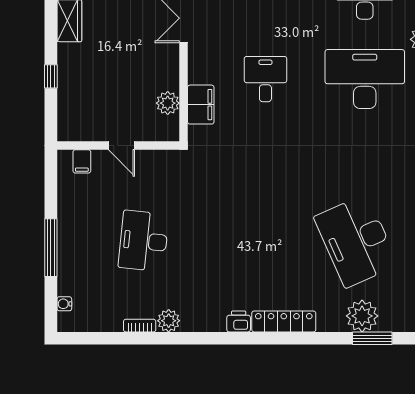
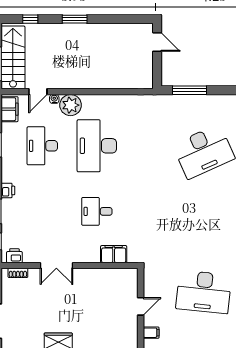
plant: (168, 103) -> (113, 276), removed
desk: (144, 241) -> (204, 292), width x1.36, depth x1.30

